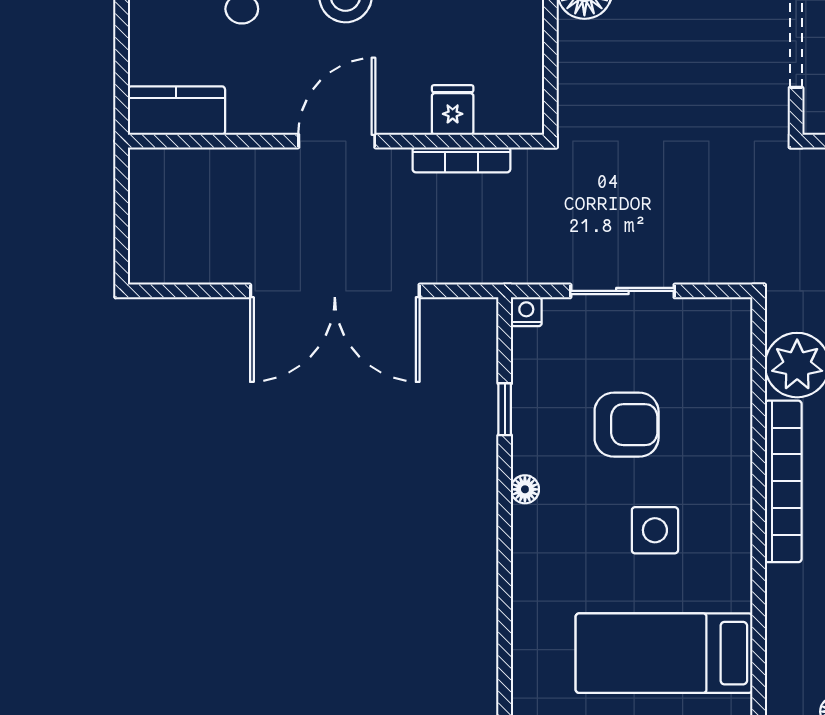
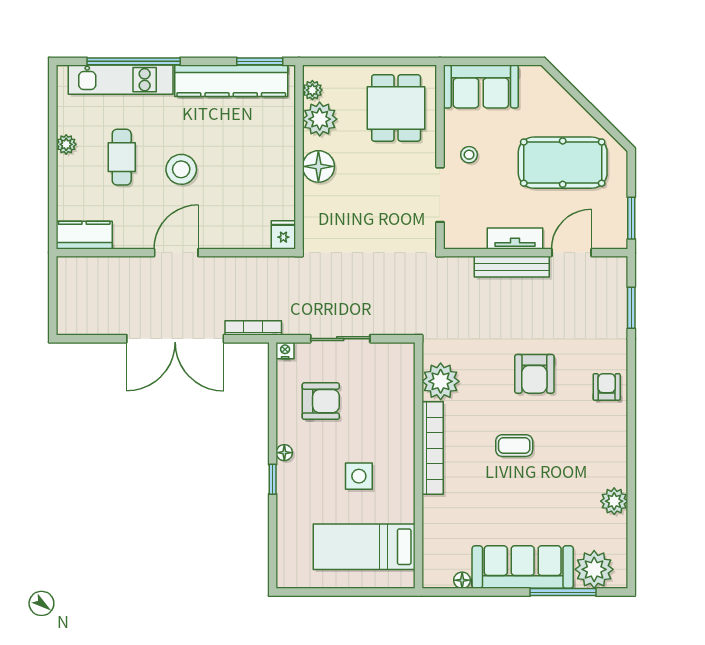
fridge: (453, 110) -> (283, 235), moved
bookcase: (461, 160) -> (253, 328), moved, turned 180
window: (505, 409) -> (273, 479), moved
armchair: (627, 425) -> (321, 401), moved

